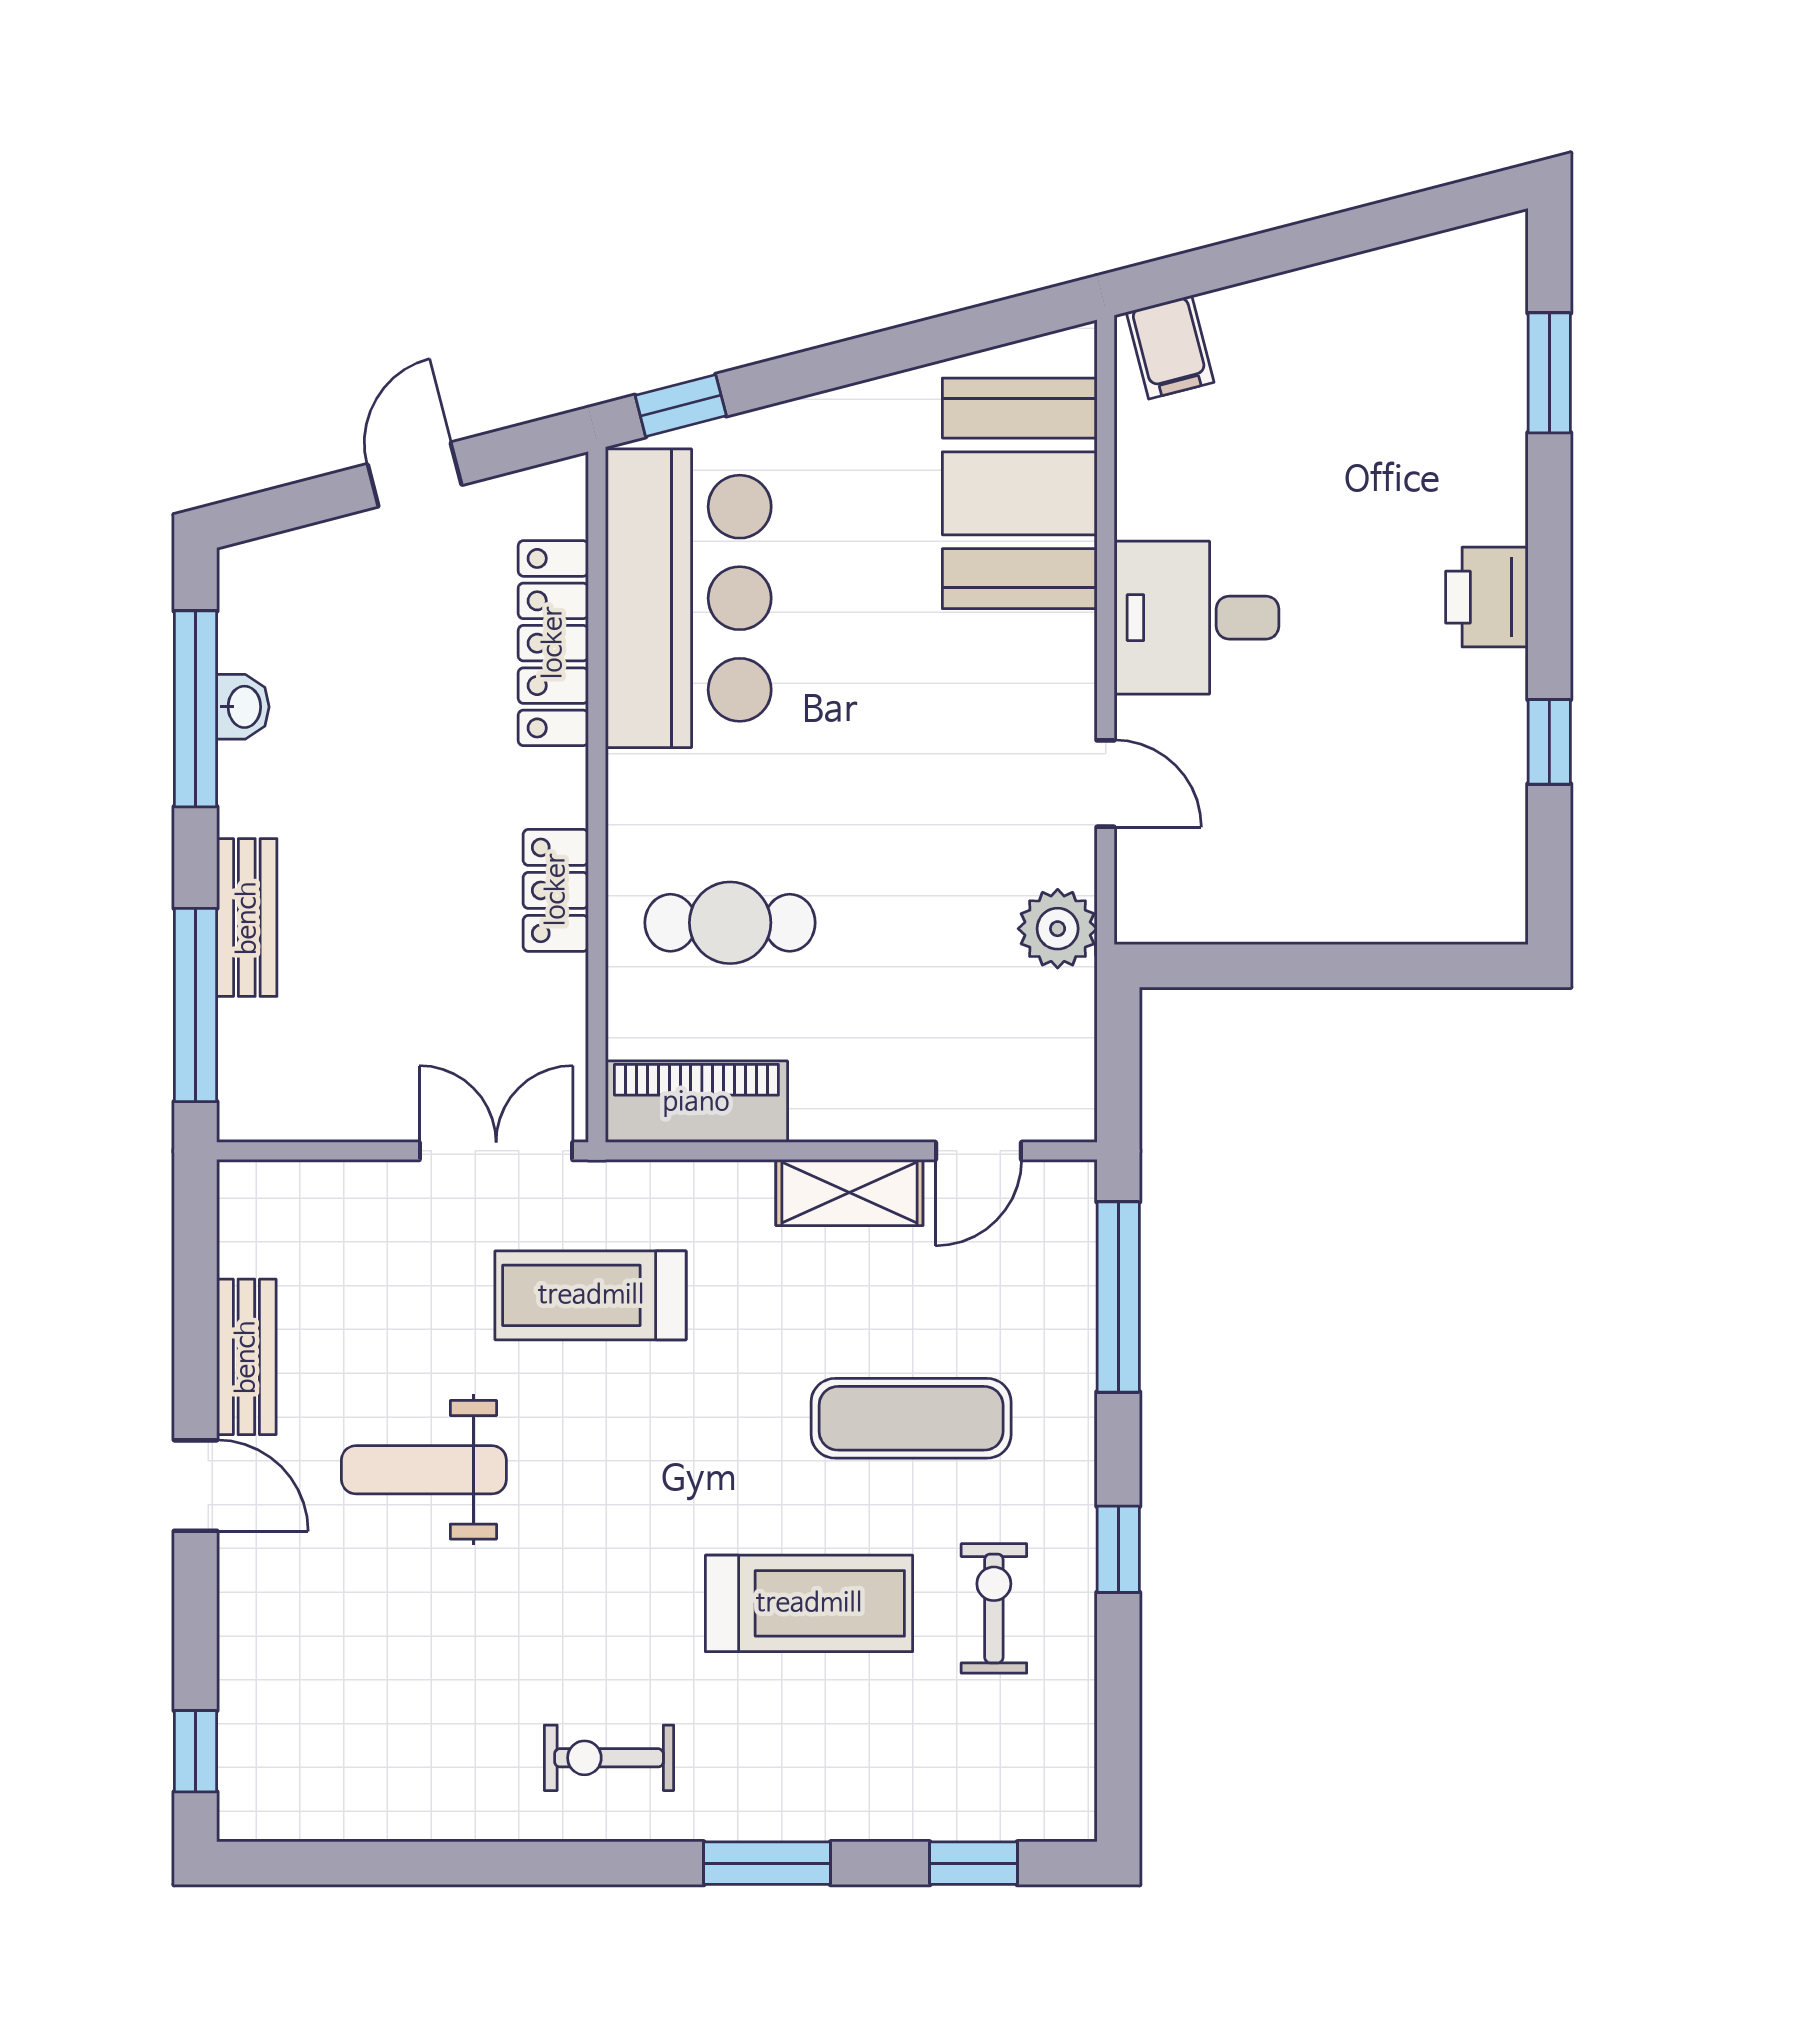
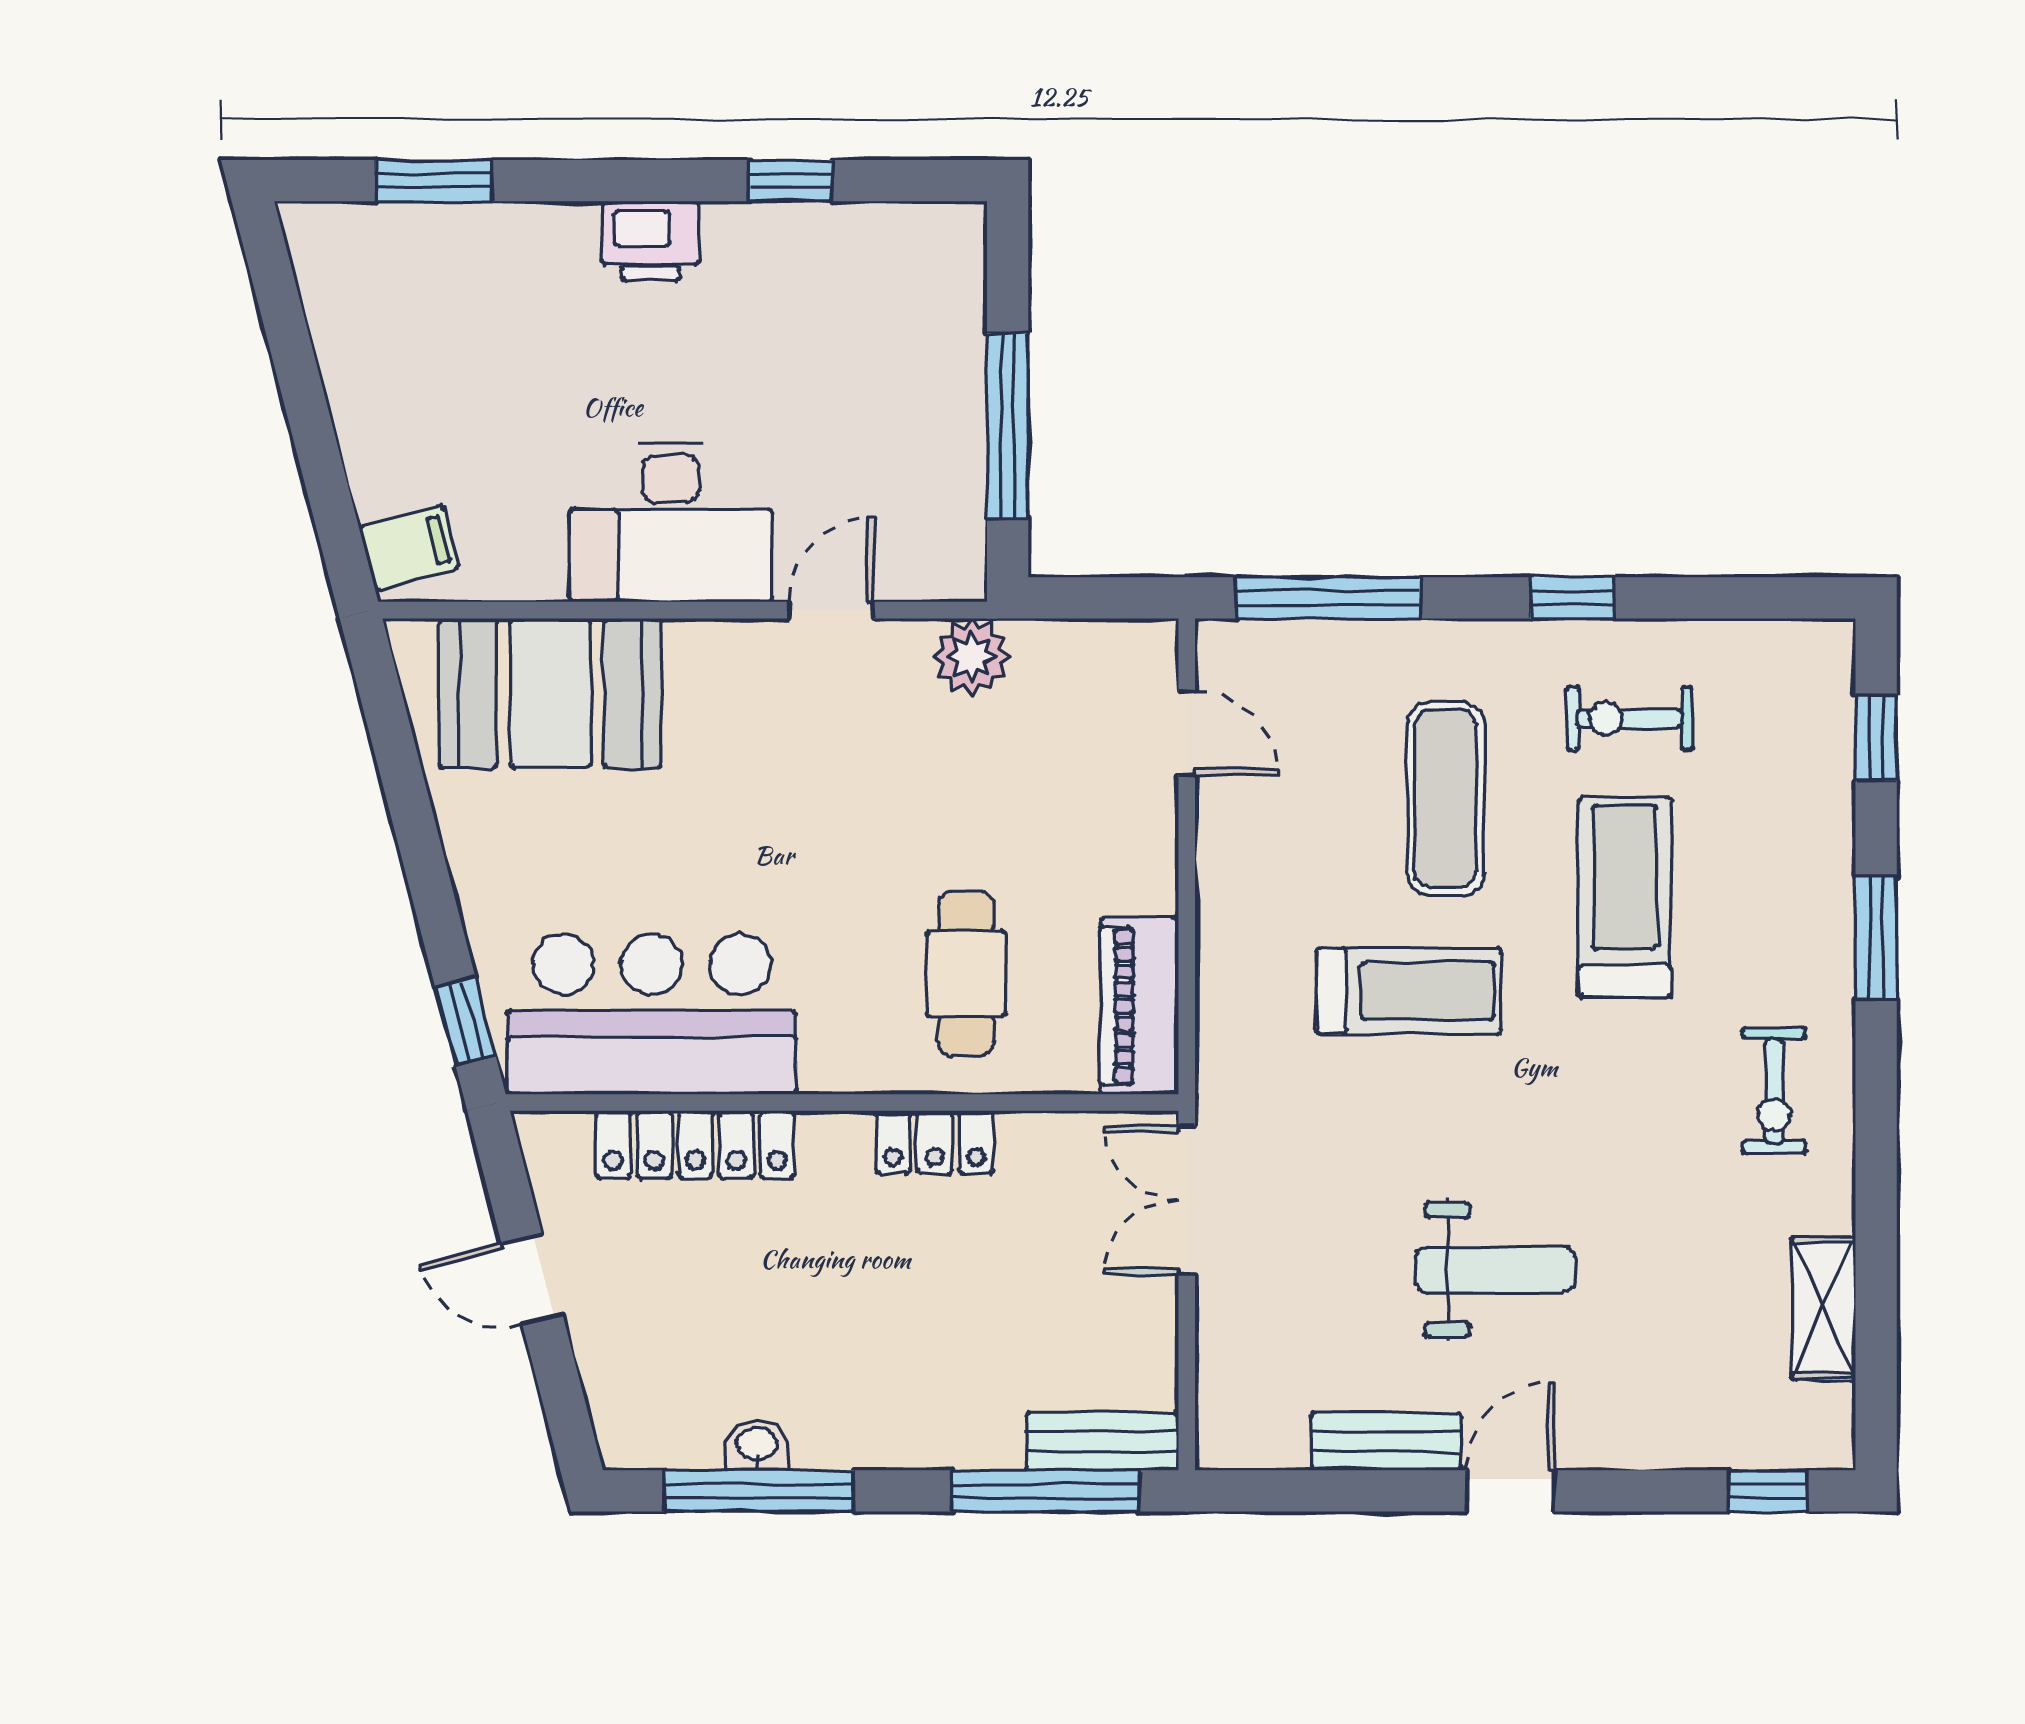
desk: (1196, 618) -> (671, 522), width x1.37
bench: (247, 918) -> (1102, 1441), moved
window: (1296, 966) -> (1008, 426), added
shelving: (849, 1193) -> (1824, 1308), moved
treadmill: (591, 1295) -> (1409, 991), moved, turned -90
weight bench: (424, 1470) -> (1495, 1270), turned -90

